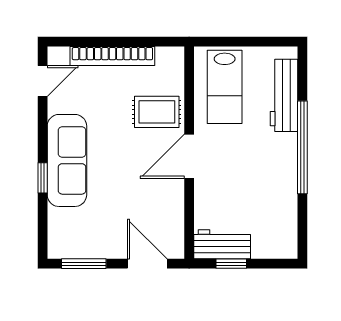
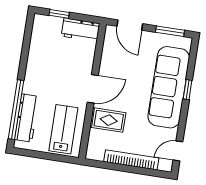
window: (302, 147) -> (16, 110), moved
sofa: (67, 160) -> (169, 87), width x1.36, depth x1.27
window: (231, 264) -> (59, 14), moved

